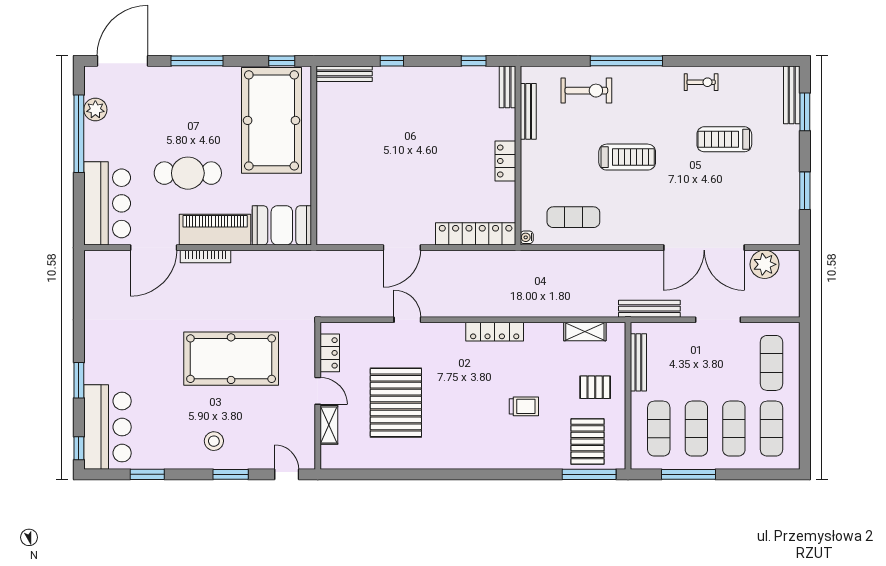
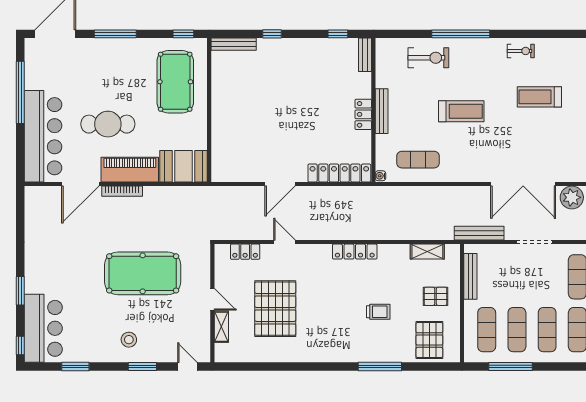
plant: (95, 110) -> (34, 73), removed
bench: (528, 111) -> (382, 111), moved
pool table: (272, 120) -> (175, 82), width x0.73, depth x0.76
bar counter: (107, 203) -> (43, 136), width x1.36
locker: (330, 353) -> (245, 252), moved, turned 90
window: (589, 474) -> (380, 366), moved

